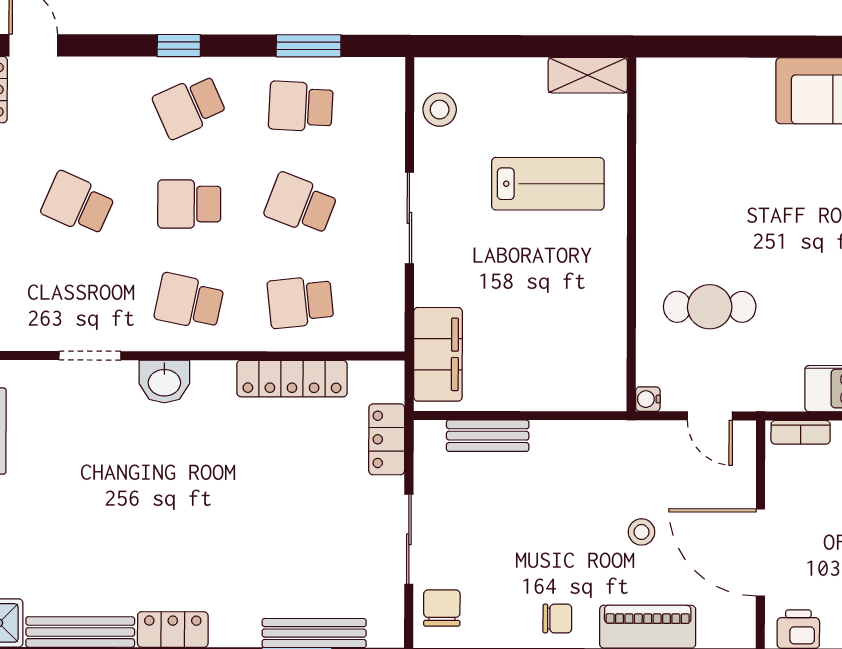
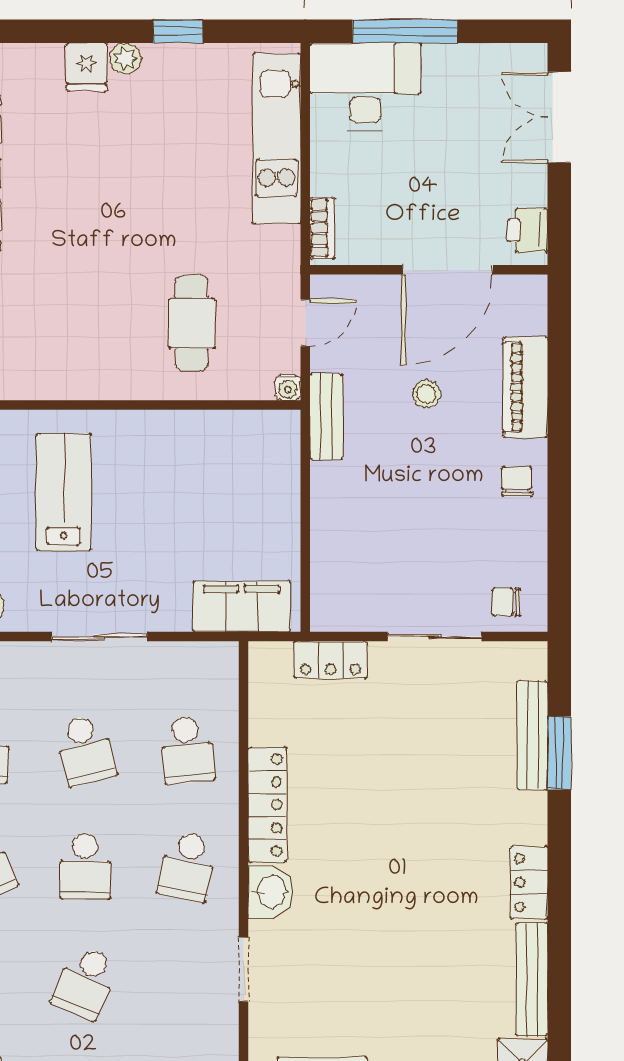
school desk: (301, 204) -> (85, 750), turned -36
locker: (292, 379) -> (267, 805), moved
bench: (488, 436) -> (326, 417), moved
chair: (442, 608) -> (506, 602), width x0.73, depth x0.73

